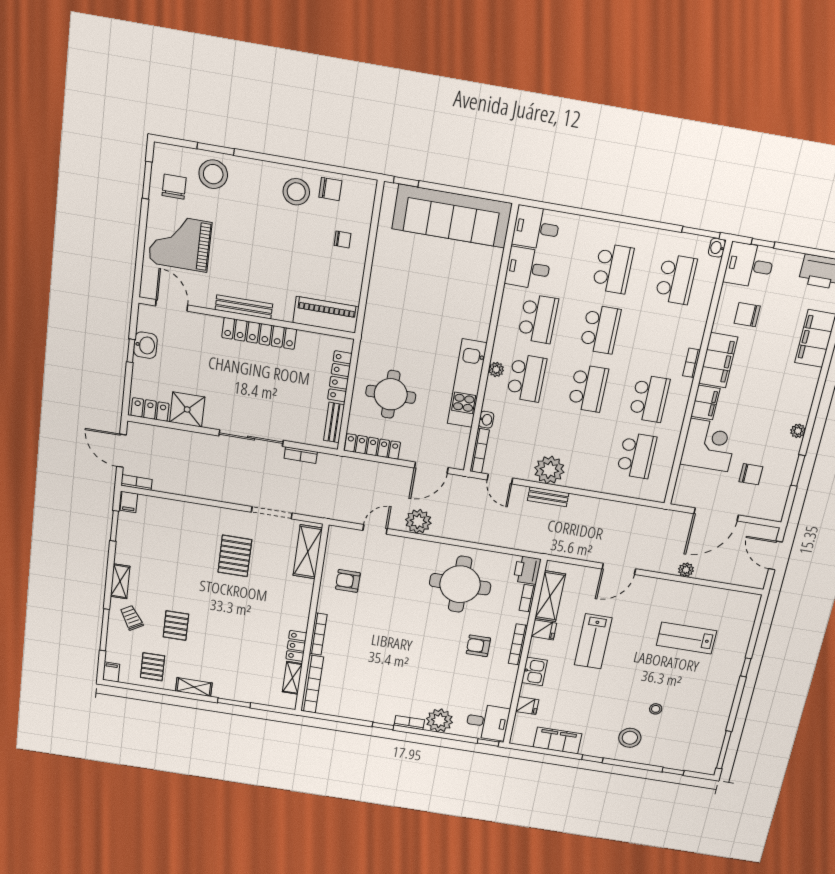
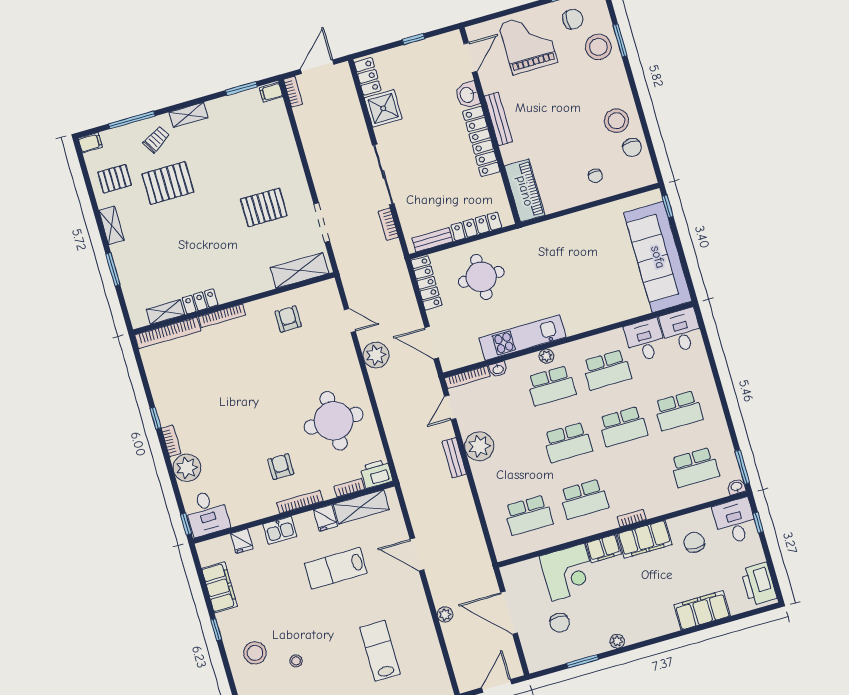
washbasin: (146, 345) -> (467, 95), moved, turned 90
pallet: (176, 626) -> (168, 183), width x1.50, depth x1.42

